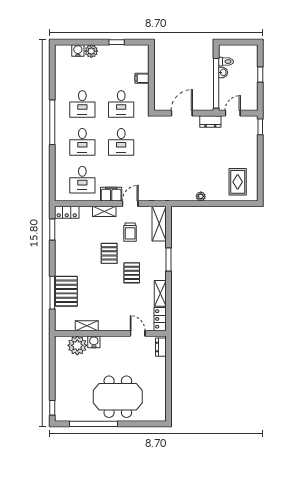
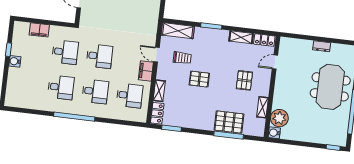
water cooler: (78, 51) -> (15, 61), moved
plant: (91, 51) -> (14, 73), removed
filing cabinet: (142, 78) -> (39, 30), width x2.00
shelving: (104, 211) -> (159, 91), moved
pallet: (132, 273) -> (244, 80), moved, turned 90
water cooler: (94, 342) -> (274, 133), moved
dresser: (161, 347) -> (322, 46), moved

